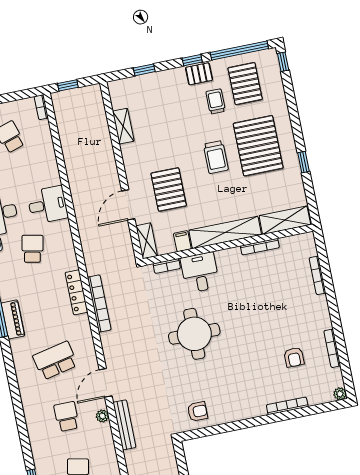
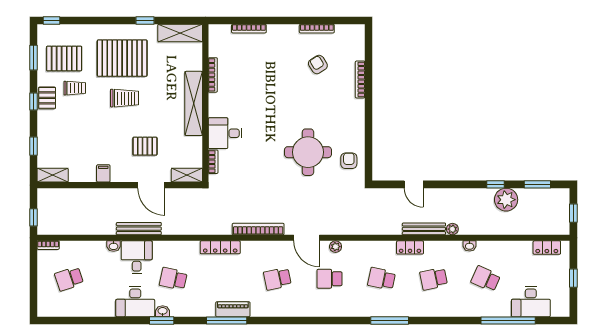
window: (239, 50) -> (33, 58), width x0.47
trolley: (216, 101) -> (75, 88), turned 180
shelving: (123, 126) -> (53, 175), moved
washbasin: (54, 178) -> (114, 246), added
pallet: (169, 189) -> (145, 146), width x0.67, depth x0.71
shelving: (285, 220) -> (180, 33), moved, turned 90
filing cabinet: (182, 241) -> (103, 173), moved, turned 90
bookcase: (99, 304) -> (258, 229), moved
round table: (194, 334) -> (308, 152), moved
armchair: (294, 357) -> (318, 64), turned -122
school desk: (55, 361) -> (277, 279), width x0.54
plant: (340, 394) -> (359, 30), removed
bench: (124, 425) -> (139, 229), moved

